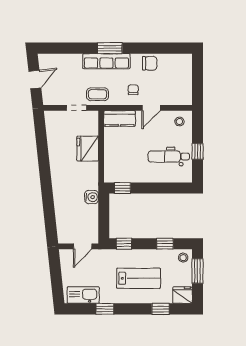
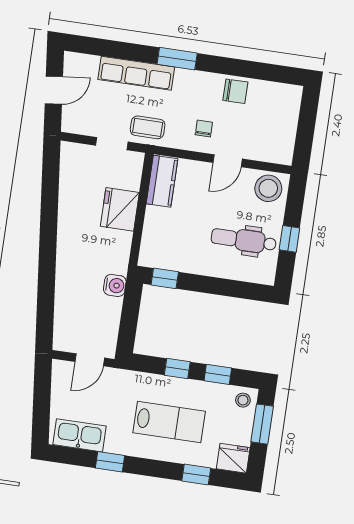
row of seats: (106, 61) -> (136, 73), moved
kitchen counter: (120, 118) -> (162, 181), moved, turned -90
stool: (179, 121) -> (268, 188), width x1.89, depth x1.89
window: (124, 244) -> (177, 368), moved

